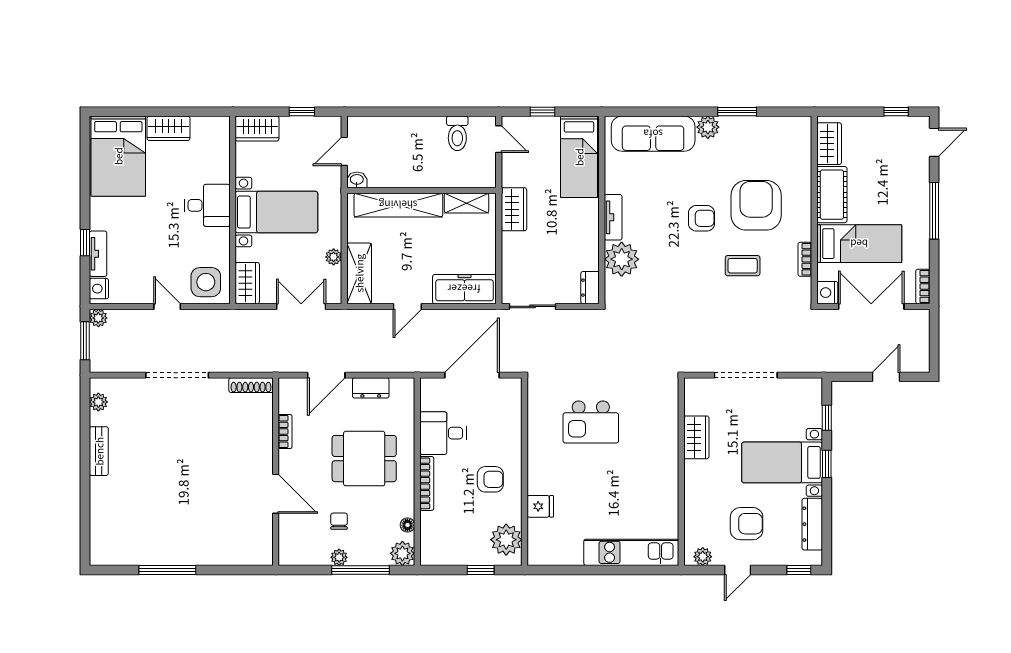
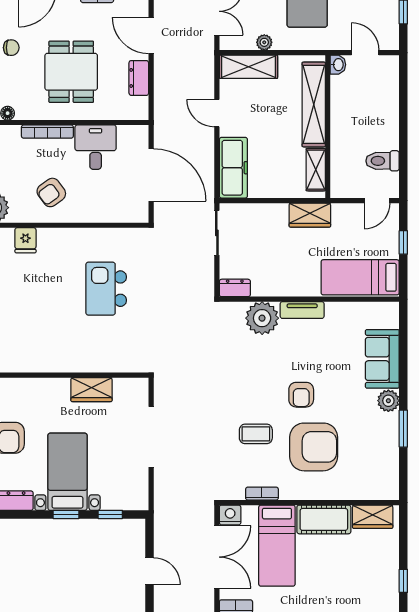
sofa: (653, 134) -> (382, 359), width x0.73
coffee table: (743, 266) -> (256, 434), turned 90
armchair: (490, 479) -> (51, 192), turned 54

